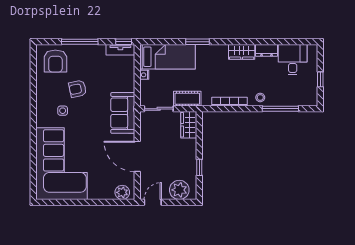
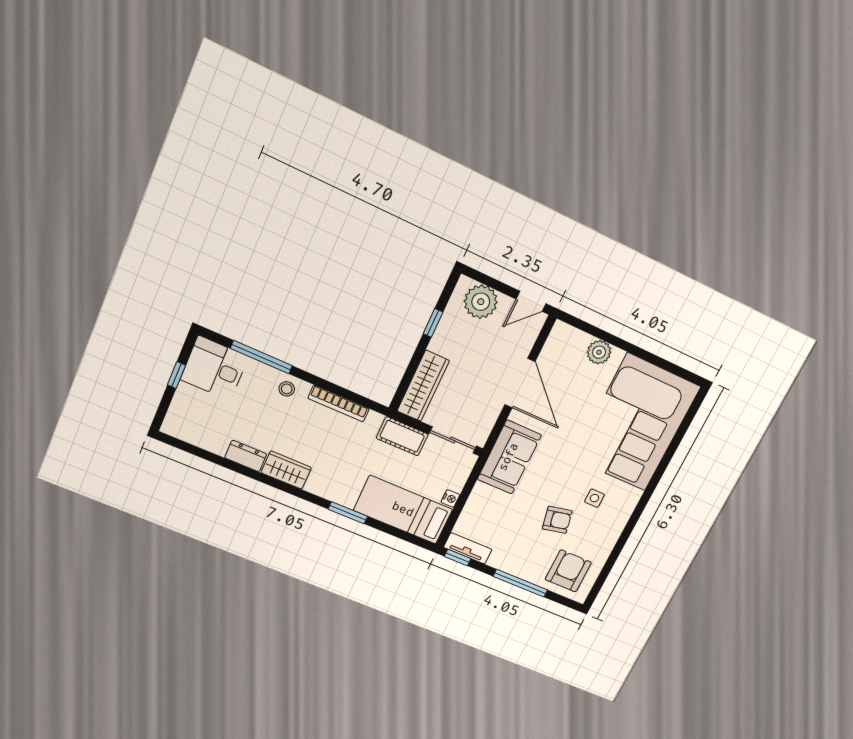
desk: (293, 60) -> (214, 368), moved, turned 90
wardrobe: (189, 125) -> (423, 386), width x1.50
plant: (122, 192) -> (599, 352), moved

